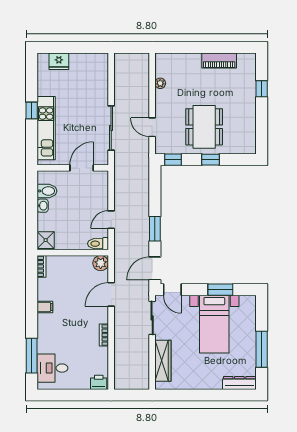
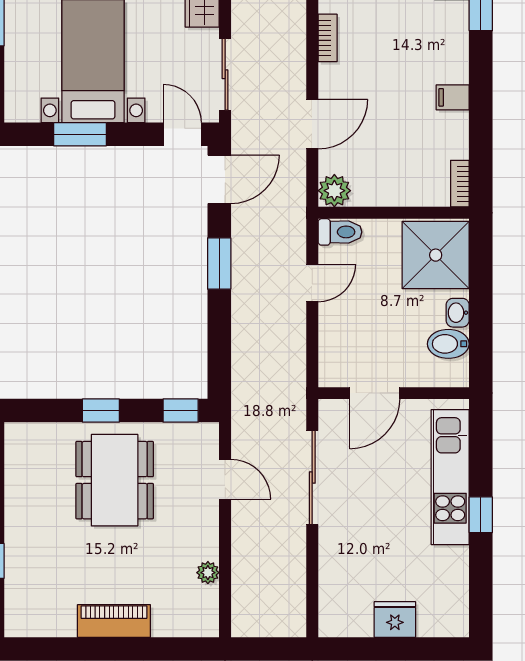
piano: (219, 60) -> (114, 621), moved
fridge: (59, 61) -> (395, 619), moved
shower: (46, 240) -> (436, 255), width x1.86, depth x1.86

